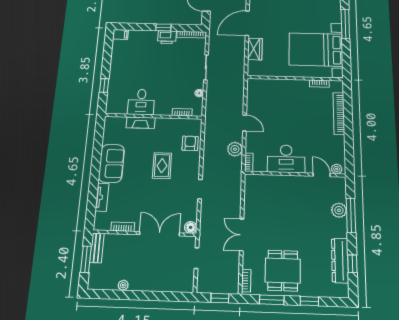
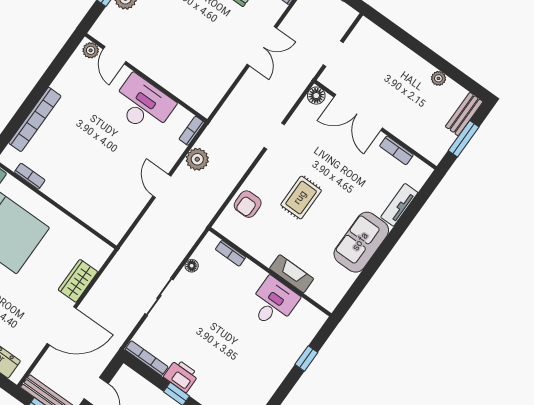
bench: (97, 248) -> (464, 114), moved

